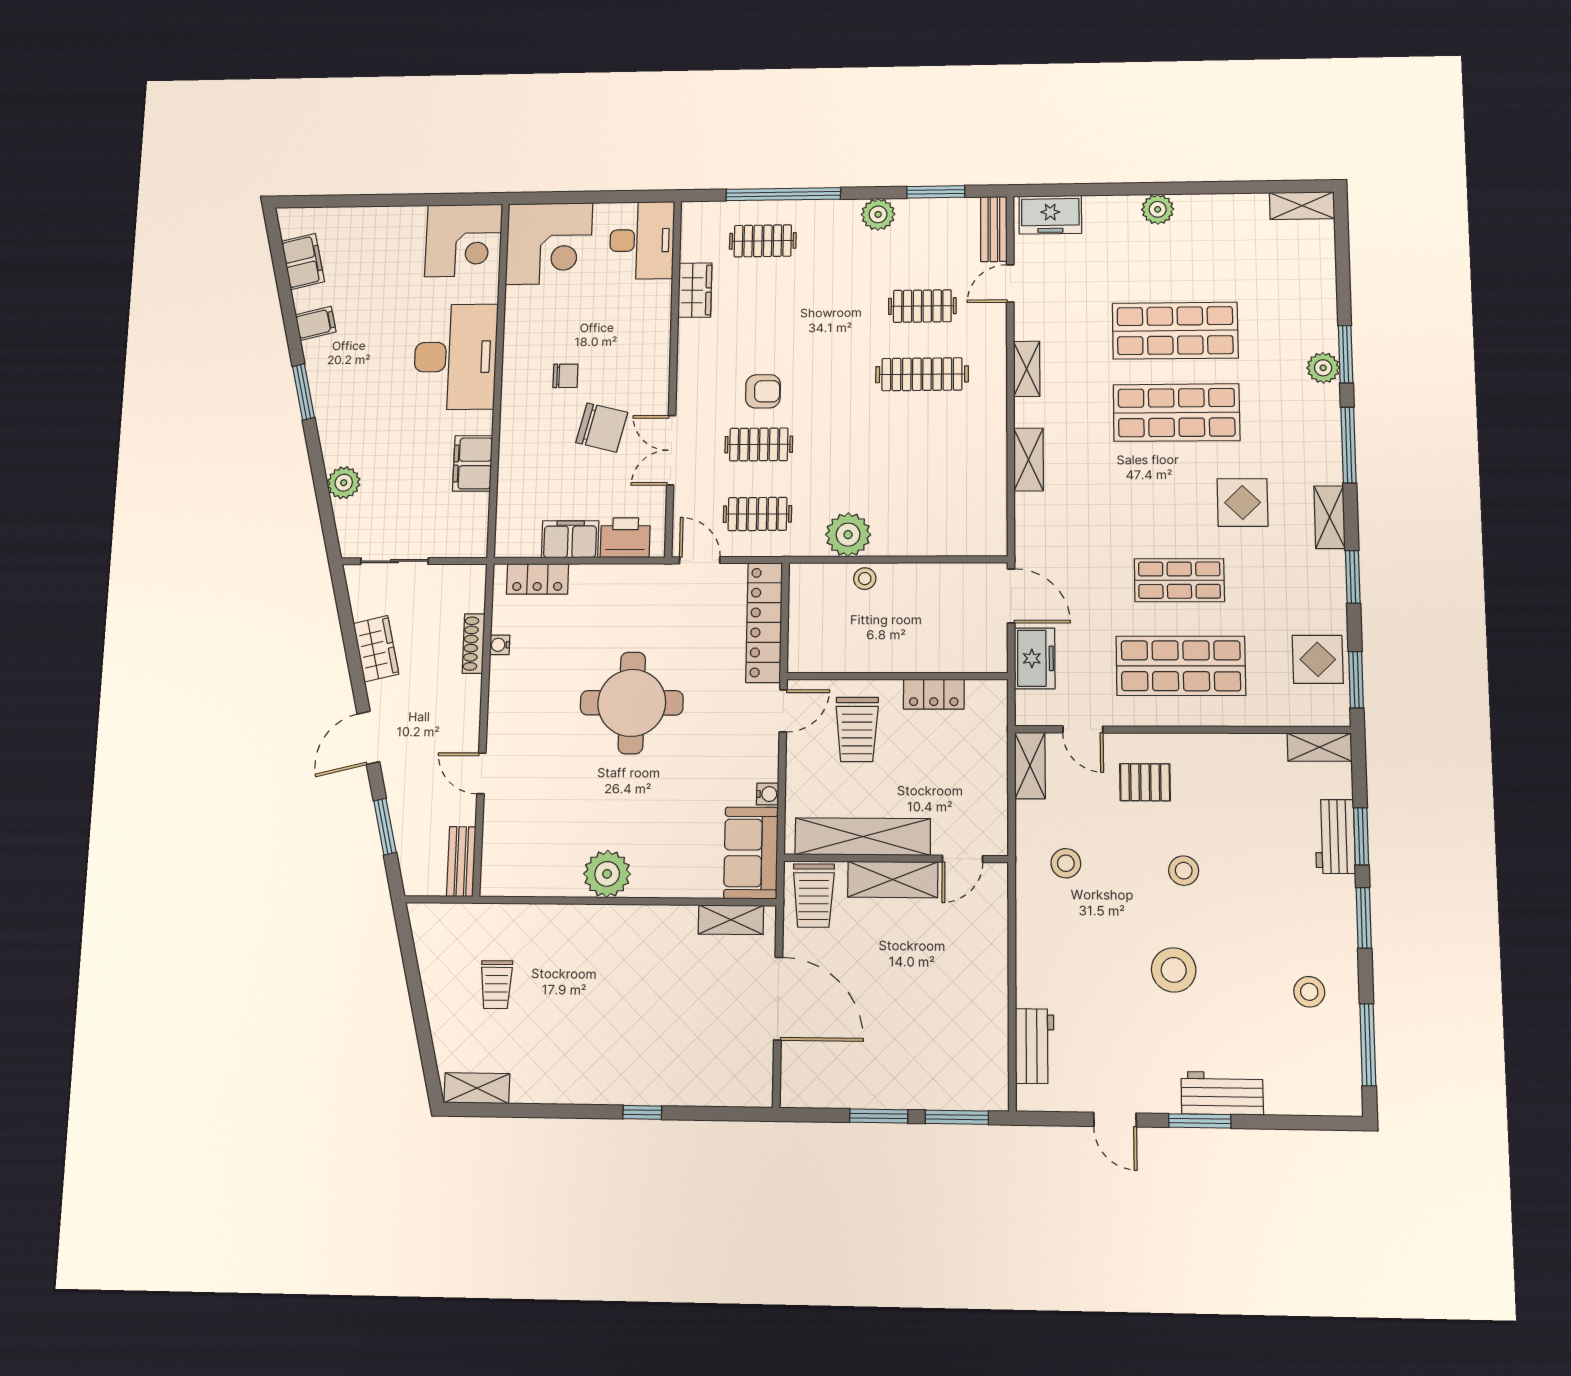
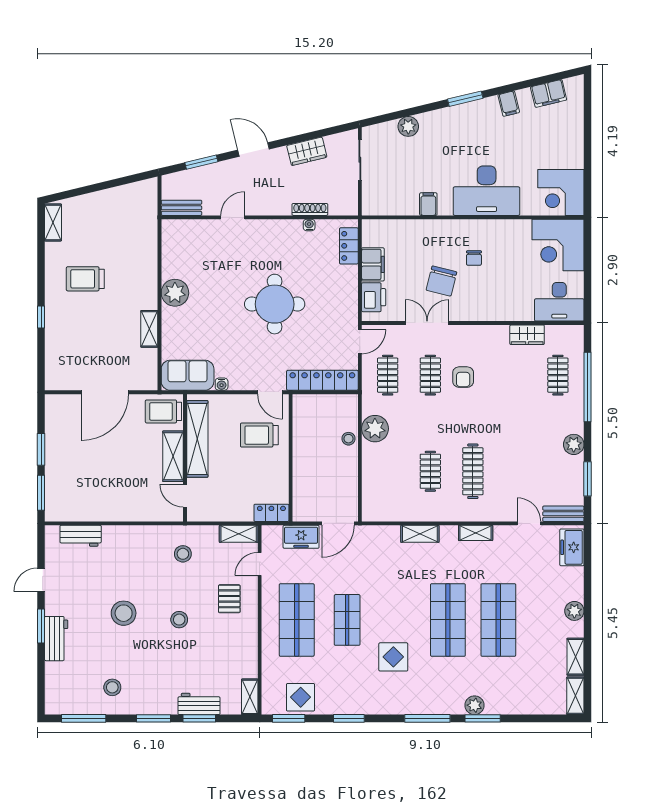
clothes rail: (922, 306) -> (430, 471), moved
filing cabinet: (473, 463) -> (428, 204), width x0.50
shelving: (1330, 517) -> (576, 657), moved, turned 90
locker: (934, 694) -> (271, 513), moved, turned 90
shelving: (731, 920) -> (149, 329), moved
trolley: (496, 985) -> (85, 279), moved, width x1.36, depth x1.39

